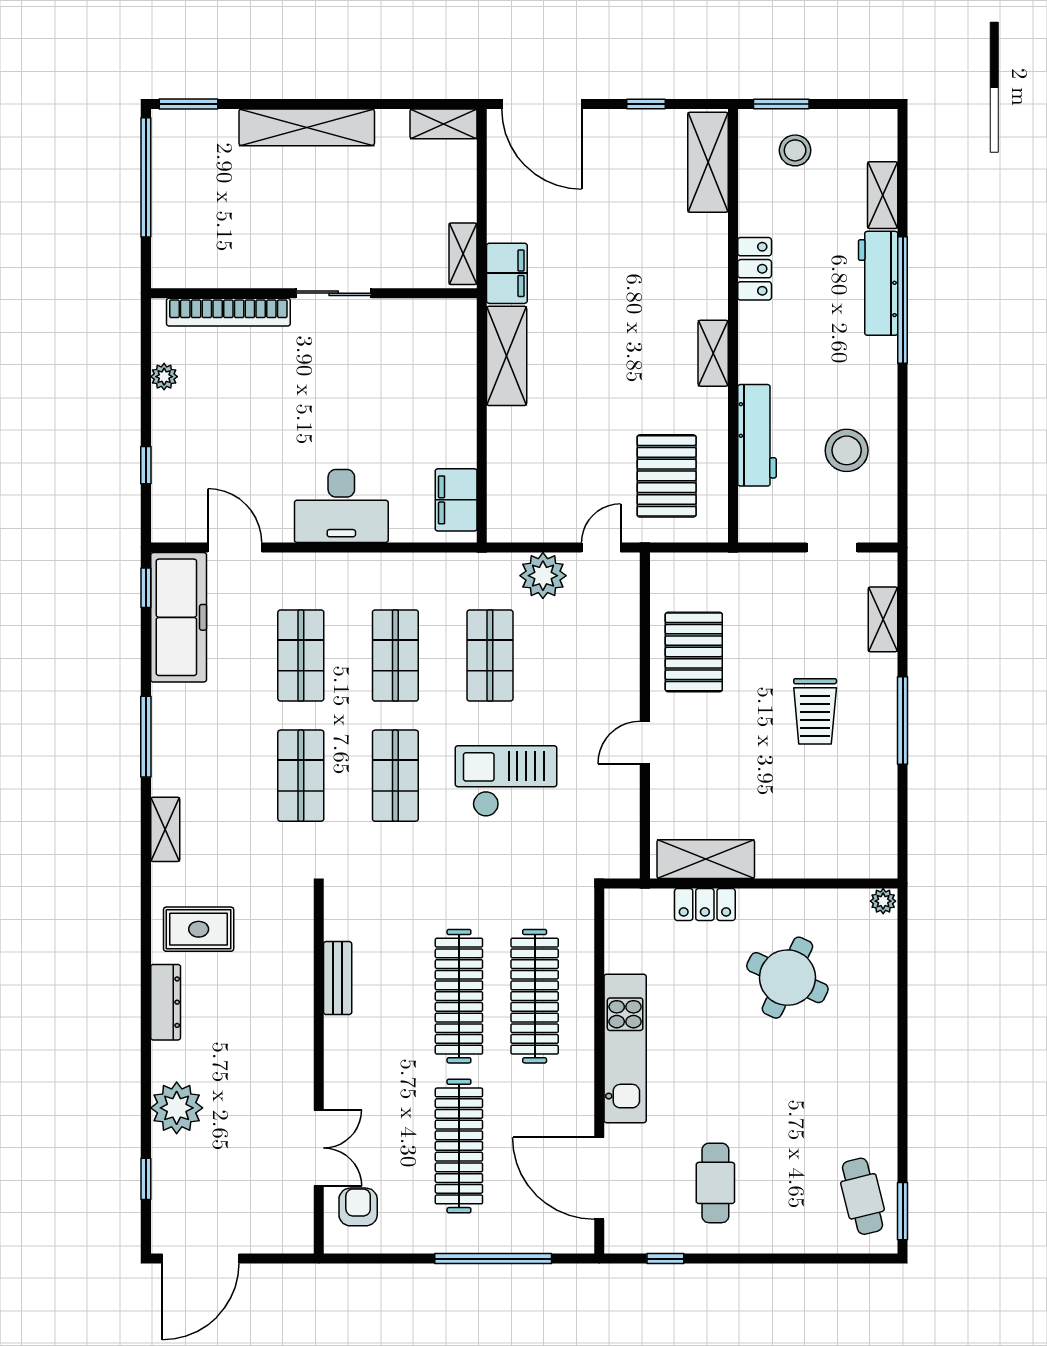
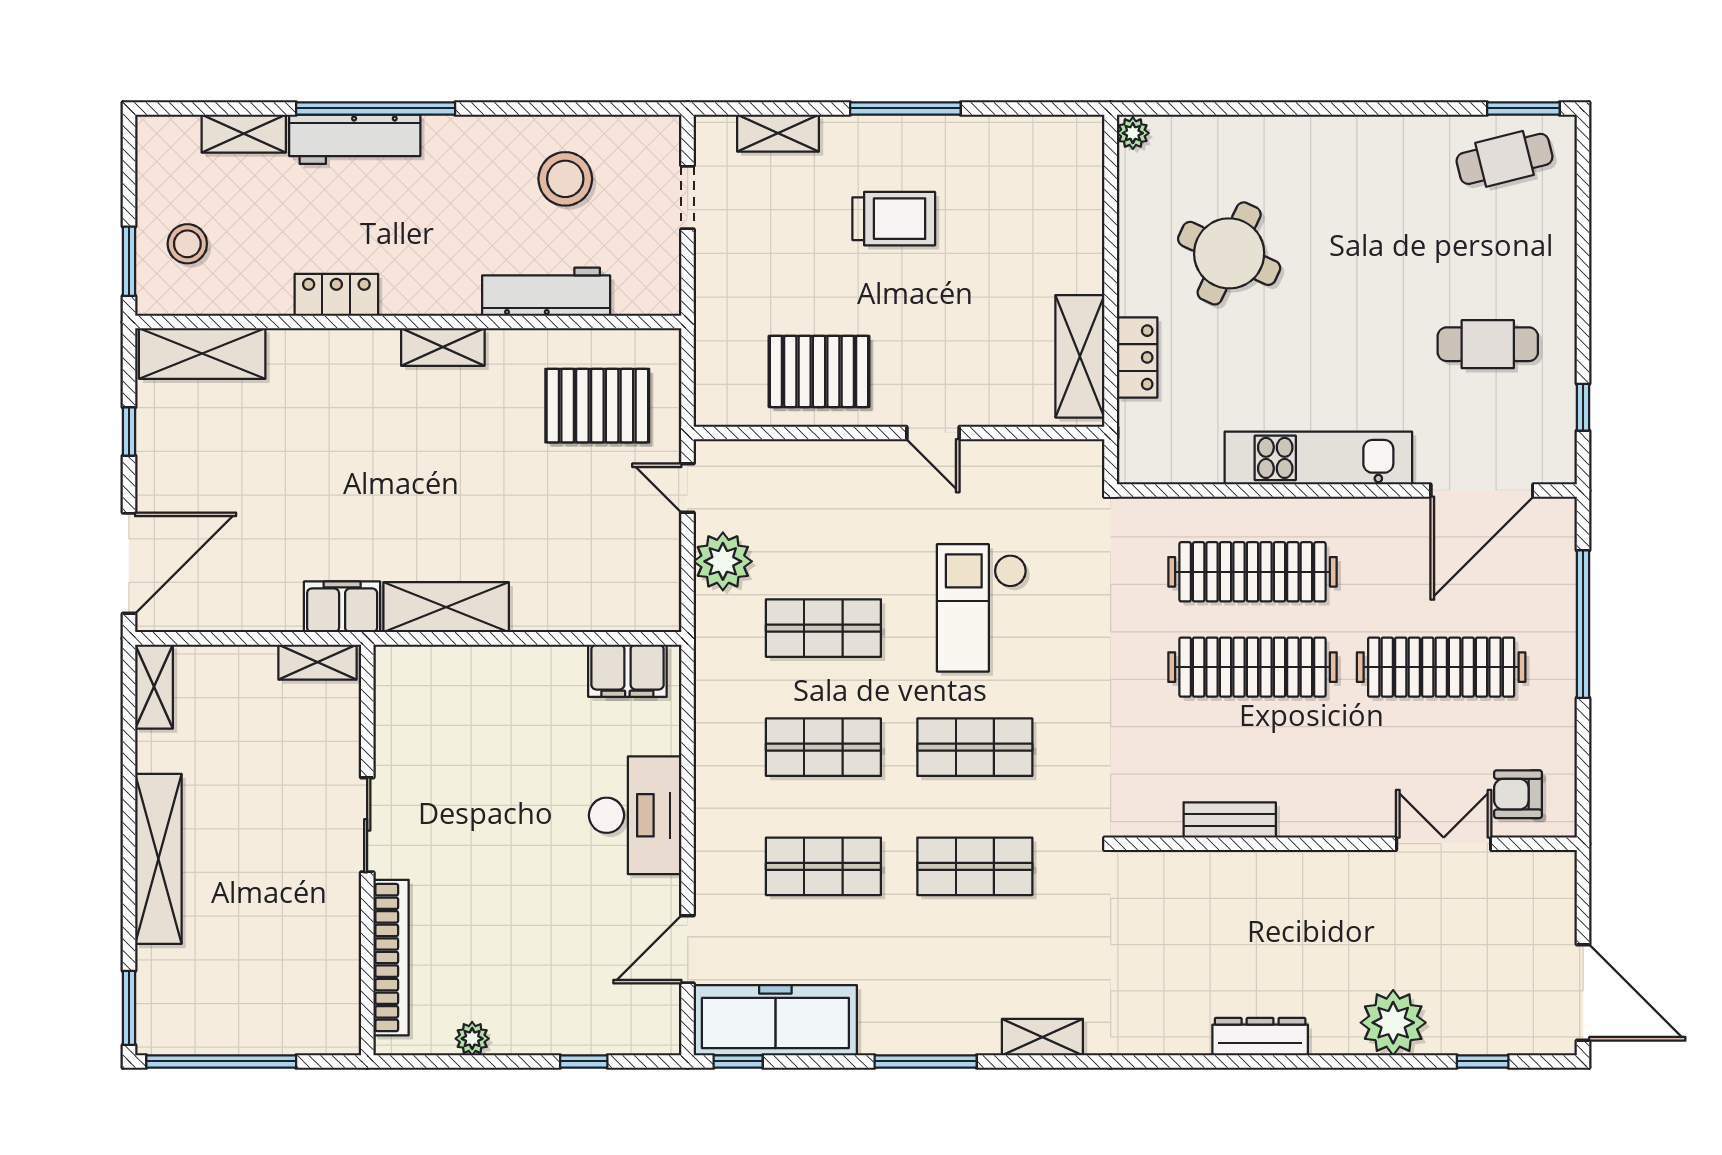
rug: (199, 929) -> (1168, 995), removed

